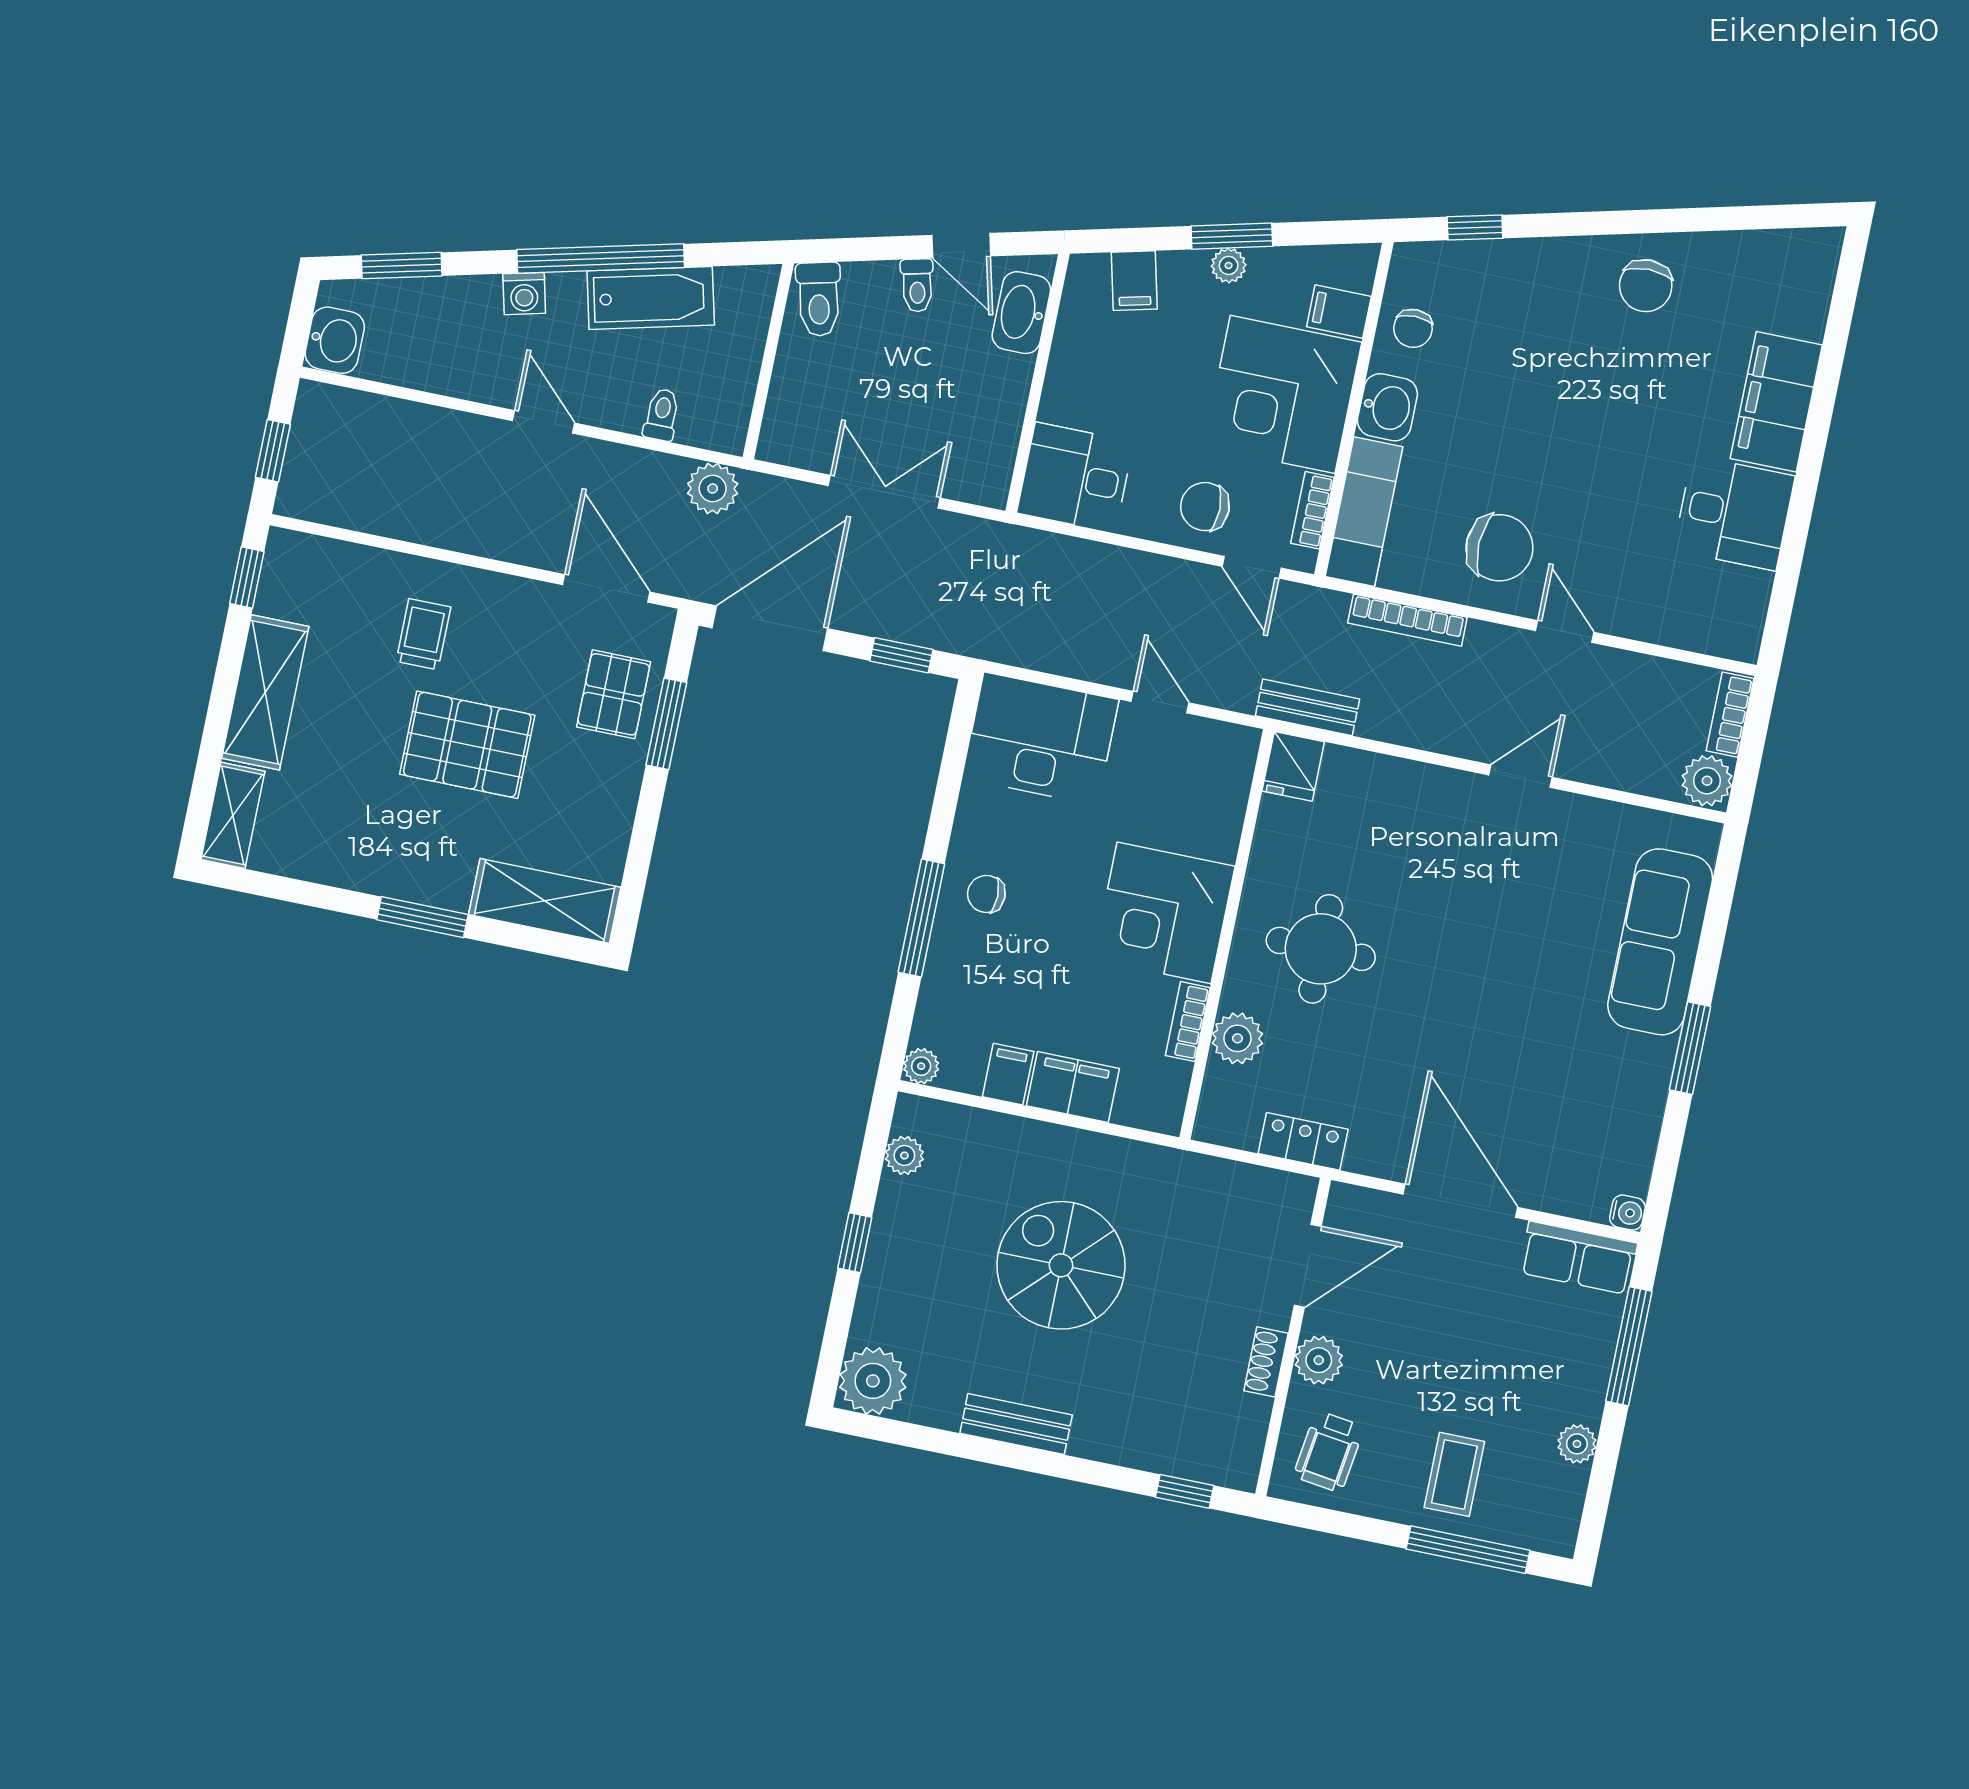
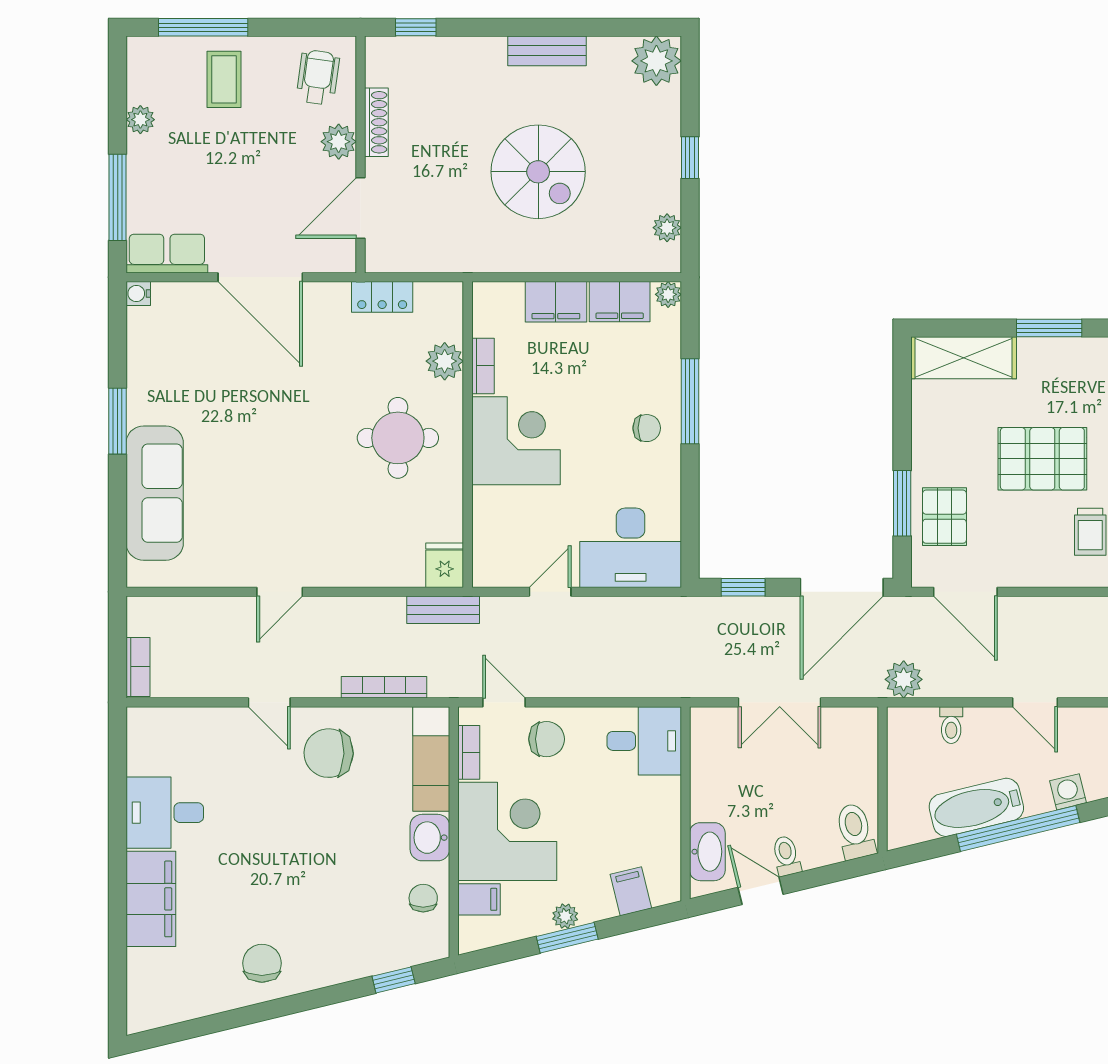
door: (1160, 702) -> (550, 592), swing flipped
plant: (1707, 781) -> (145, 616), removed
filing cabinet: (1008, 1074) -> (620, 302), width x2.00
shoe rack: (1266, 1362) -> (376, 122), width x1.43

